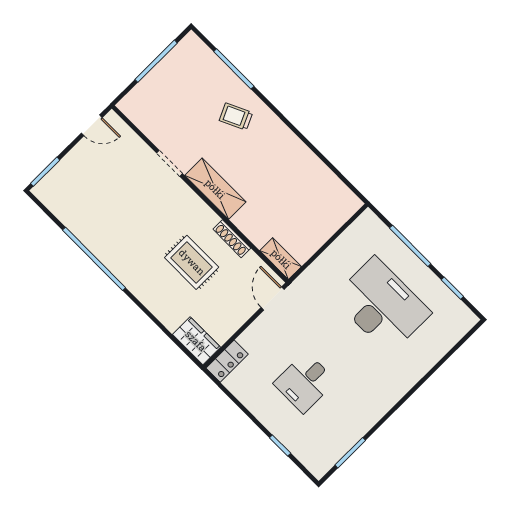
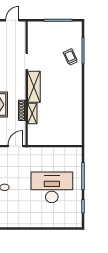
trolley: (236, 116) -> (70, 57), moved
door: (92, 125) -> (12, 20), swing flipped
shelving: (281, 259) -> (32, 114), moved
desk: (382, 305) -> (52, 187), turned -90

